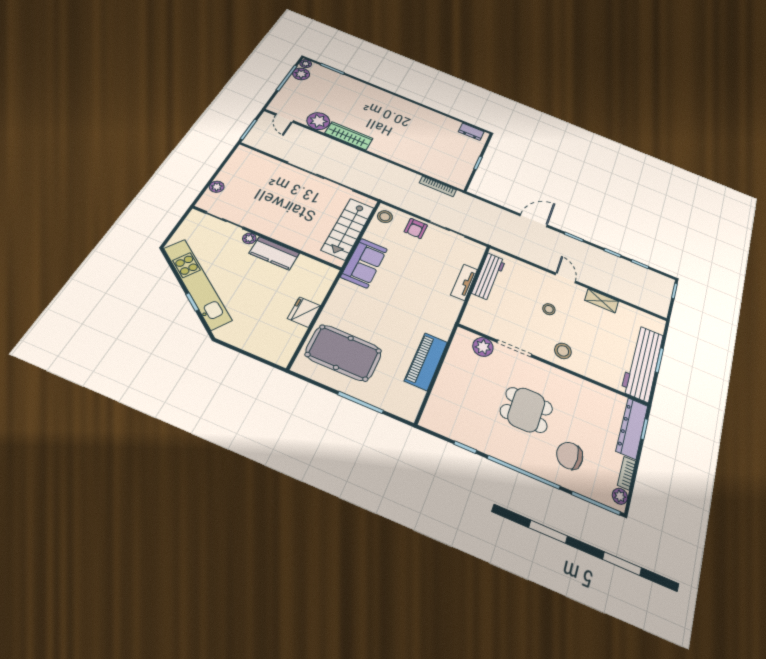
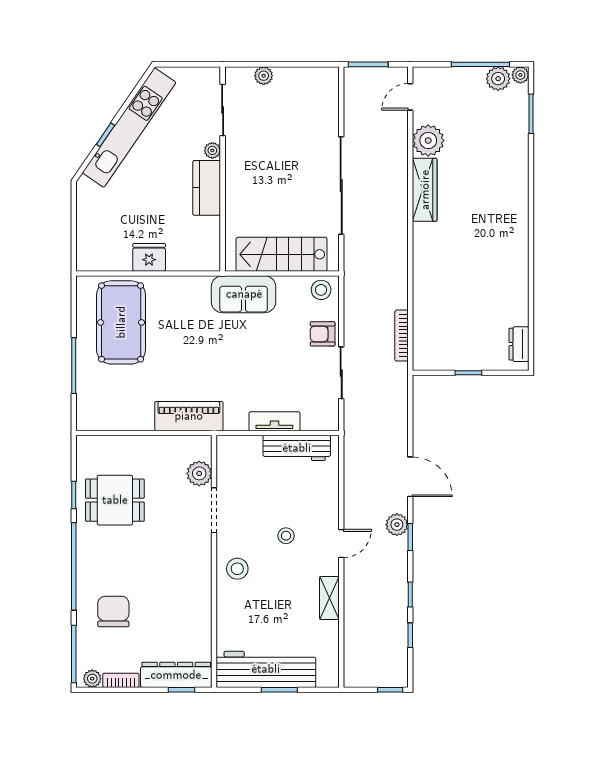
plant: (563, 241) -> (397, 525), added
piano: (426, 361) -> (189, 416), moved
dining table: (526, 410) -> (115, 500), moved, turned 90

